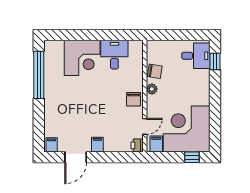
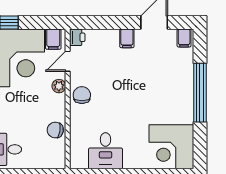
corner desk: (82, 58) -> (171, 147), moved, turned -90
window: (39, 75) -> (200, 93), moved
plant: (152, 89) -> (59, 86), moved

